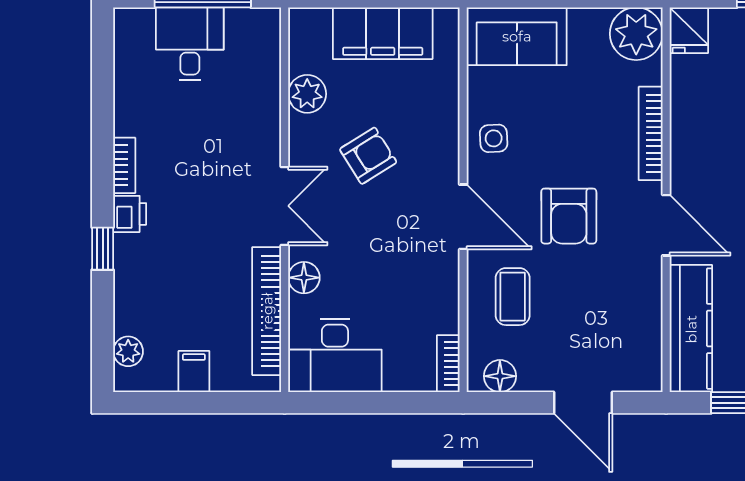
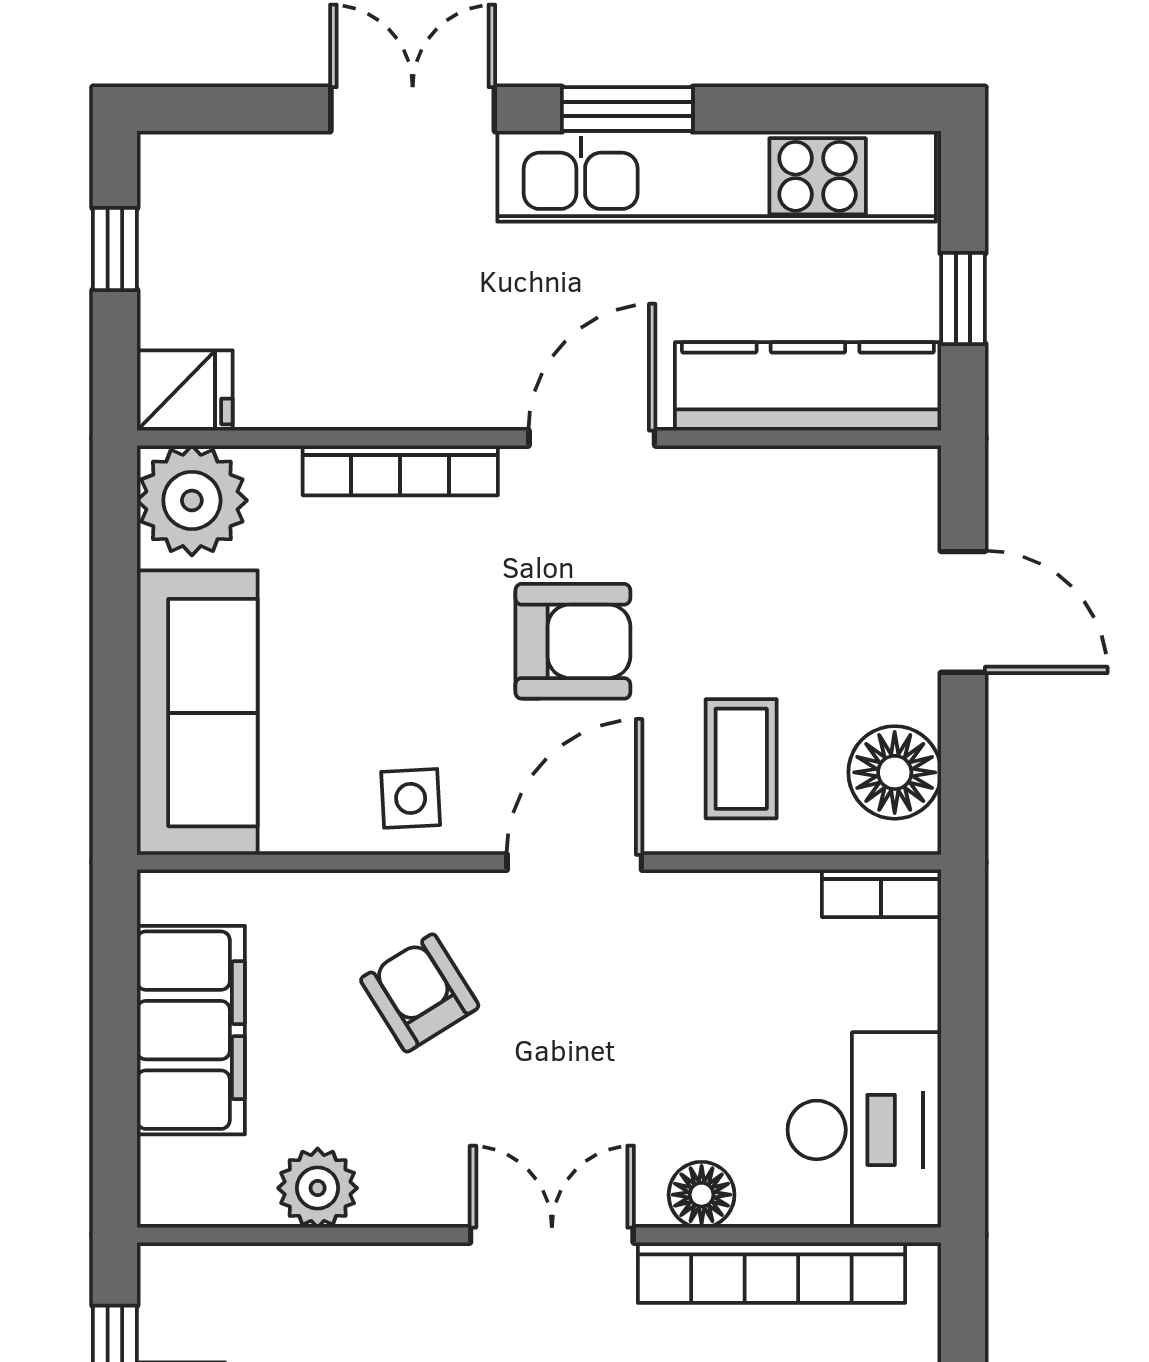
sofa: (517, 36) -> (197, 713), width x1.36
armchair: (368, 156) -> (420, 993), moved
coffee table: (513, 297) -> (741, 759), turned 90
floor lamp: (500, 376) -> (895, 772), width x1.38, depth x1.38
door: (583, 403) -> (963, 612), hinge flipped

